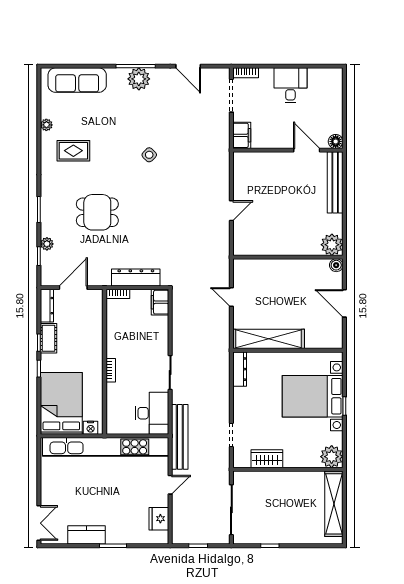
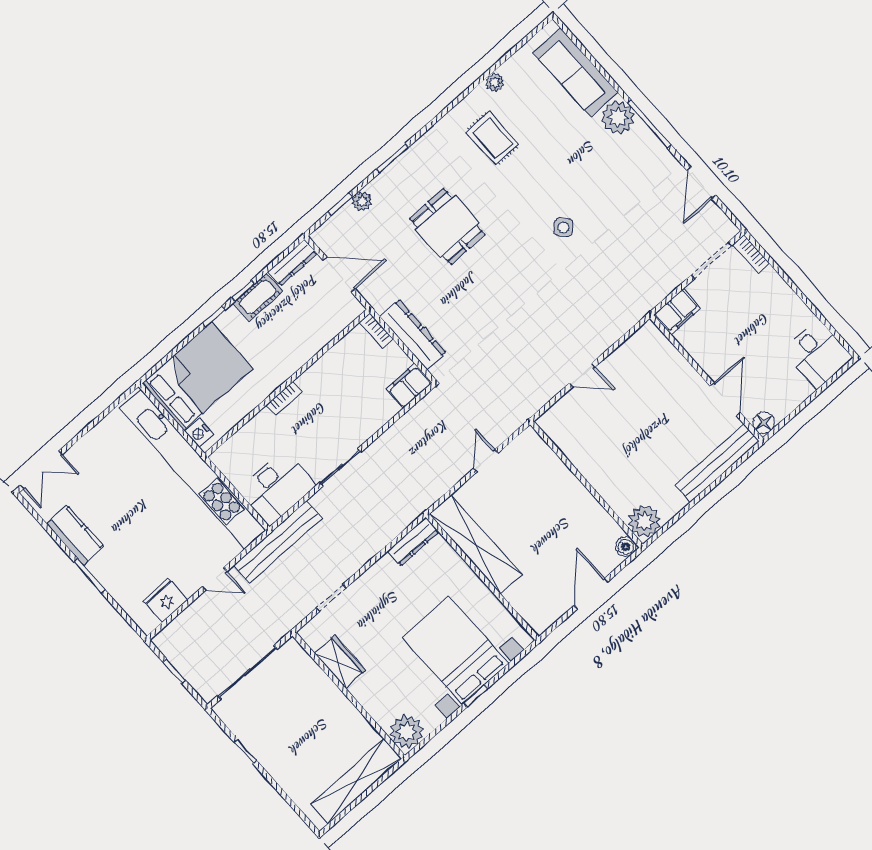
plant: (139, 79) -> (618, 117), moved
desk: (290, 85) -> (818, 354), moved, turned 90

